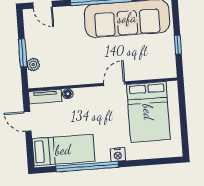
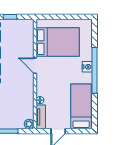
plant: (33, 65) -> (29, 124), moved
window: (87, 167) -> (95, 70), moved

